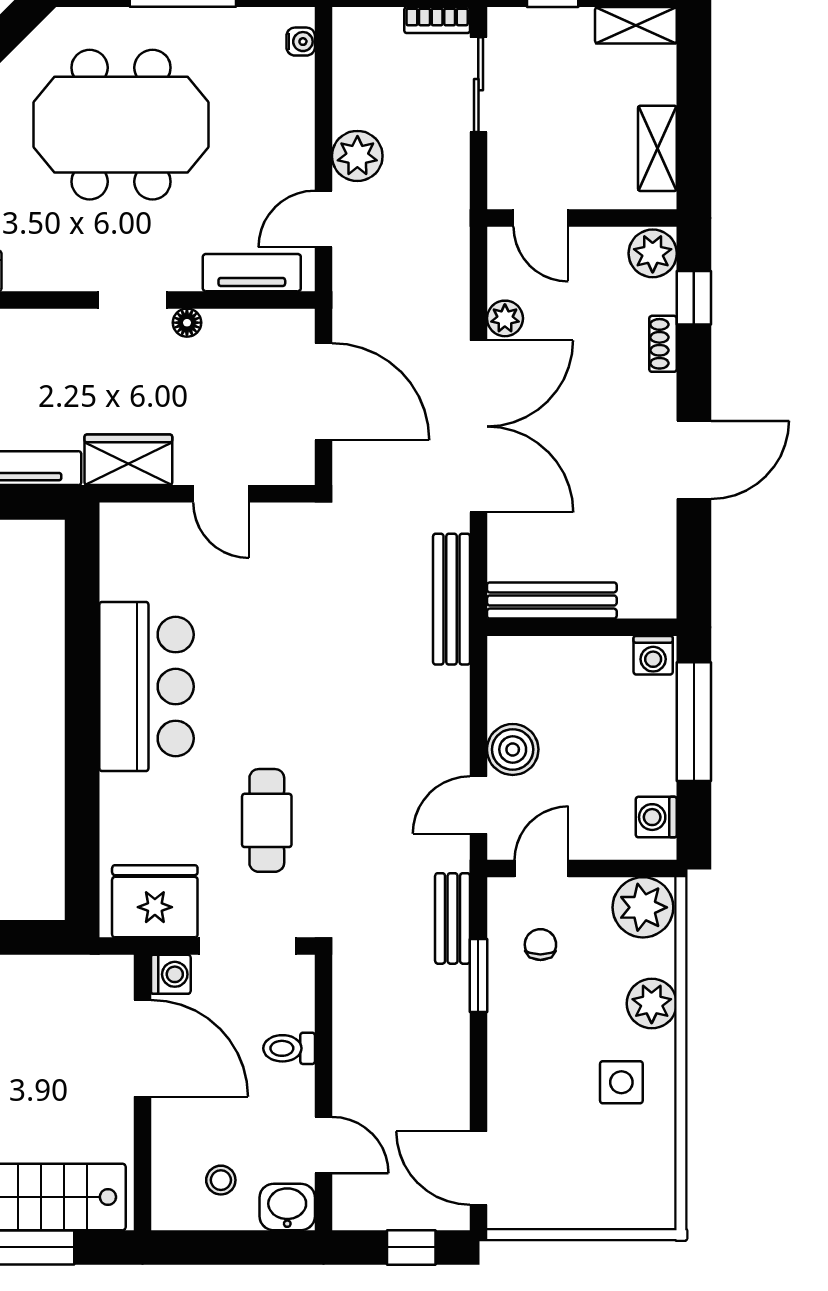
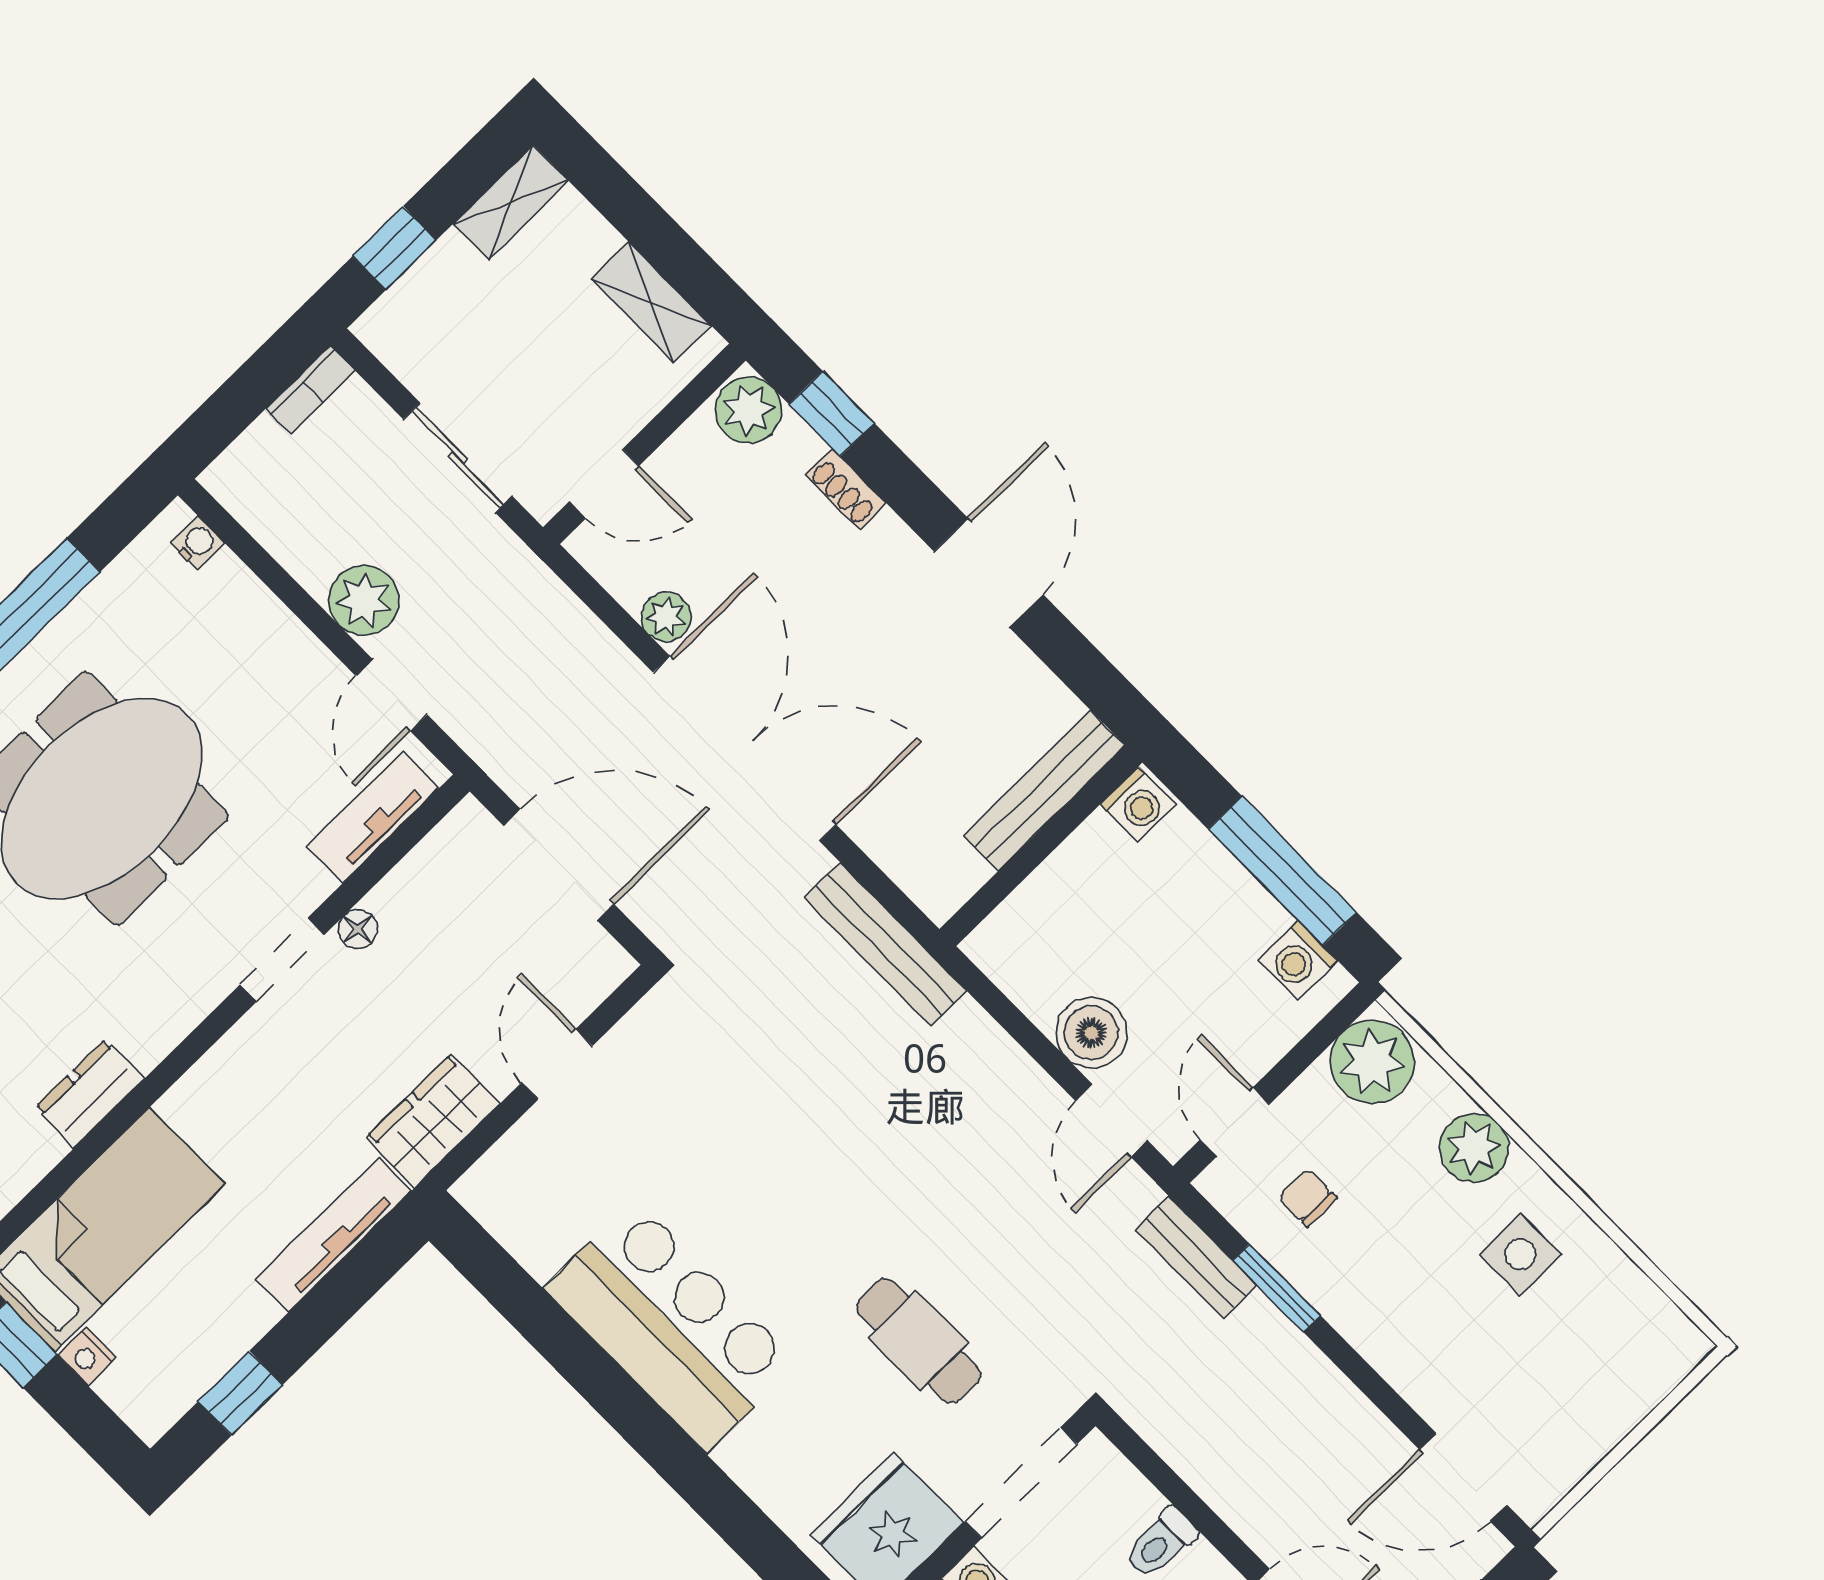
sliding door: (478, 85) -> (458, 458), moved
door: (221, 494) -> (557, 1064), swing flipped
bench: (552, 600) -> (1044, 790), moved
window: (694, 722) -> (1282, 871), moved

